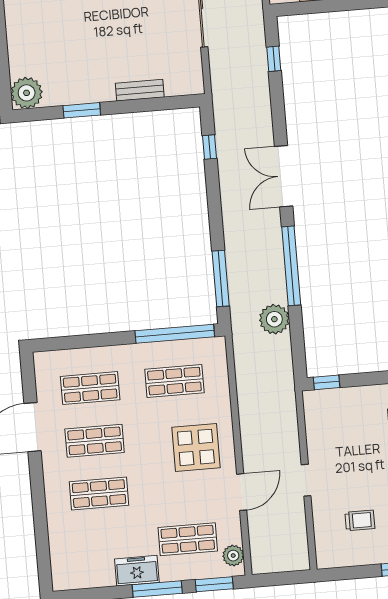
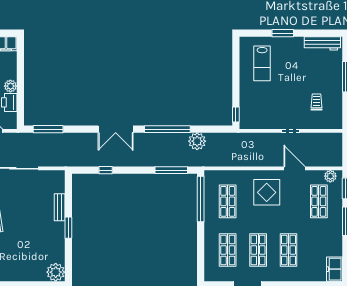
window: (274, 59) -> (48, 129), width x2.17
window: (82, 110) -> (68, 228), moved
window: (210, 147) -> (106, 170), moved
freezer: (137, 571) -> (334, 269), moved

